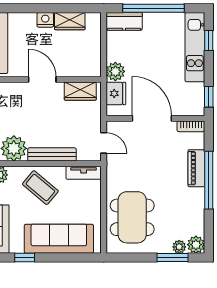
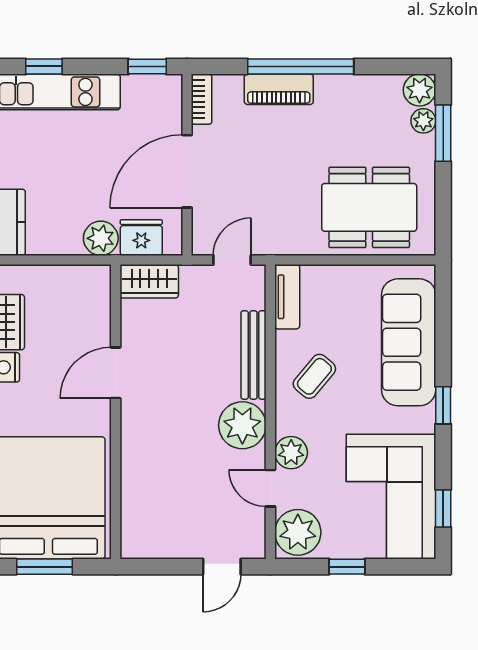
wardrobe: (80, 91) -> (149, 281), moved, turned 90
coffee table: (40, 188) -> (314, 376), width x0.73, depth x0.77

